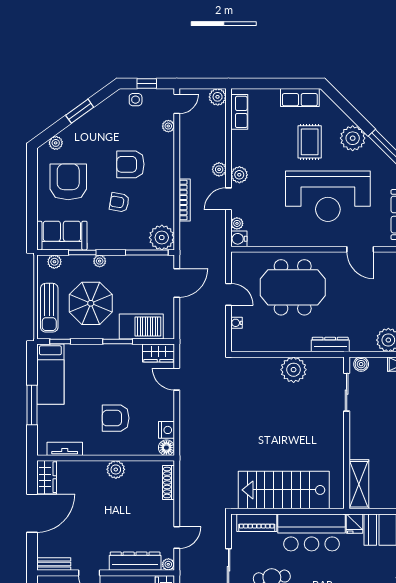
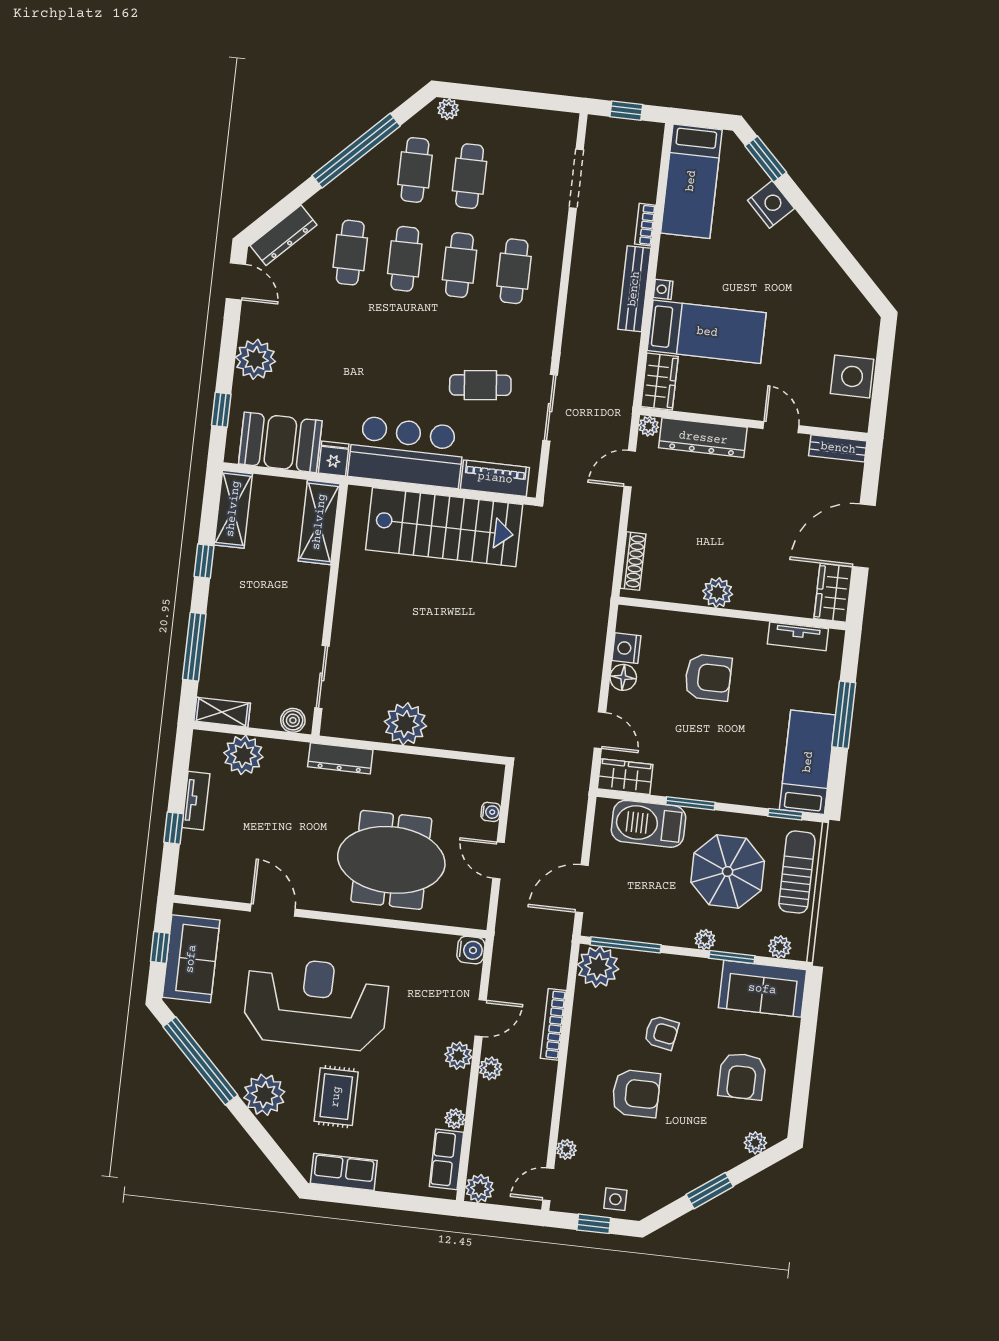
armchair: (68, 182) -> (742, 1076), width x0.73, depth x0.73
plant: (237, 223) -> (455, 1119), moved
floor lamp: (166, 448) -> (623, 677), moved

